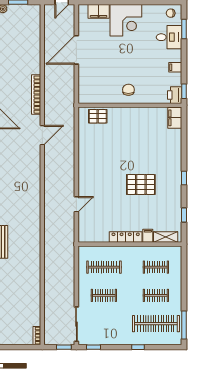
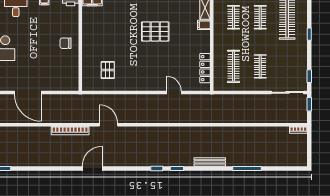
pallet: (98, 116) -> (108, 70), moved
pallet: (141, 184) -> (155, 31), turned 90
locker: (126, 237) -> (205, 68), moved

